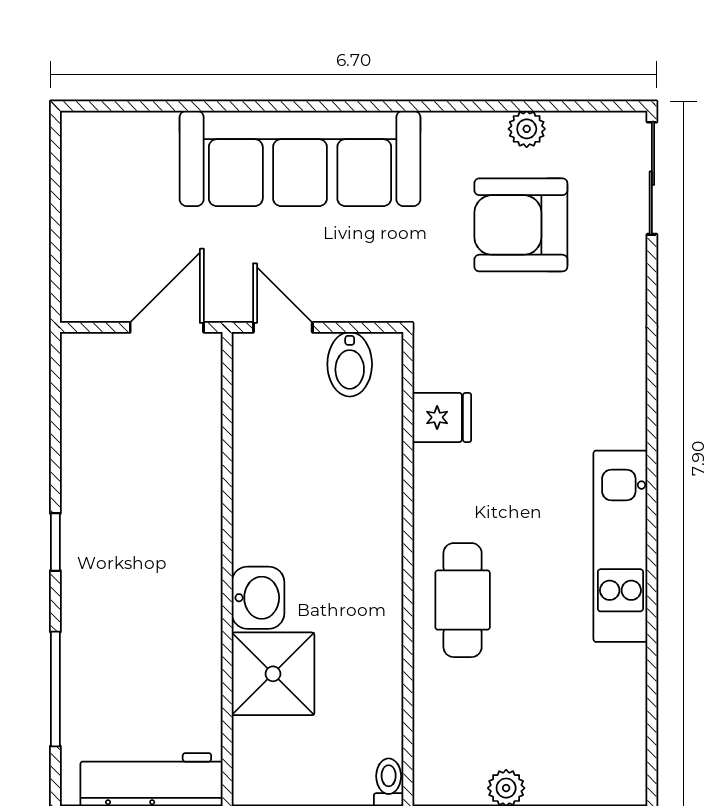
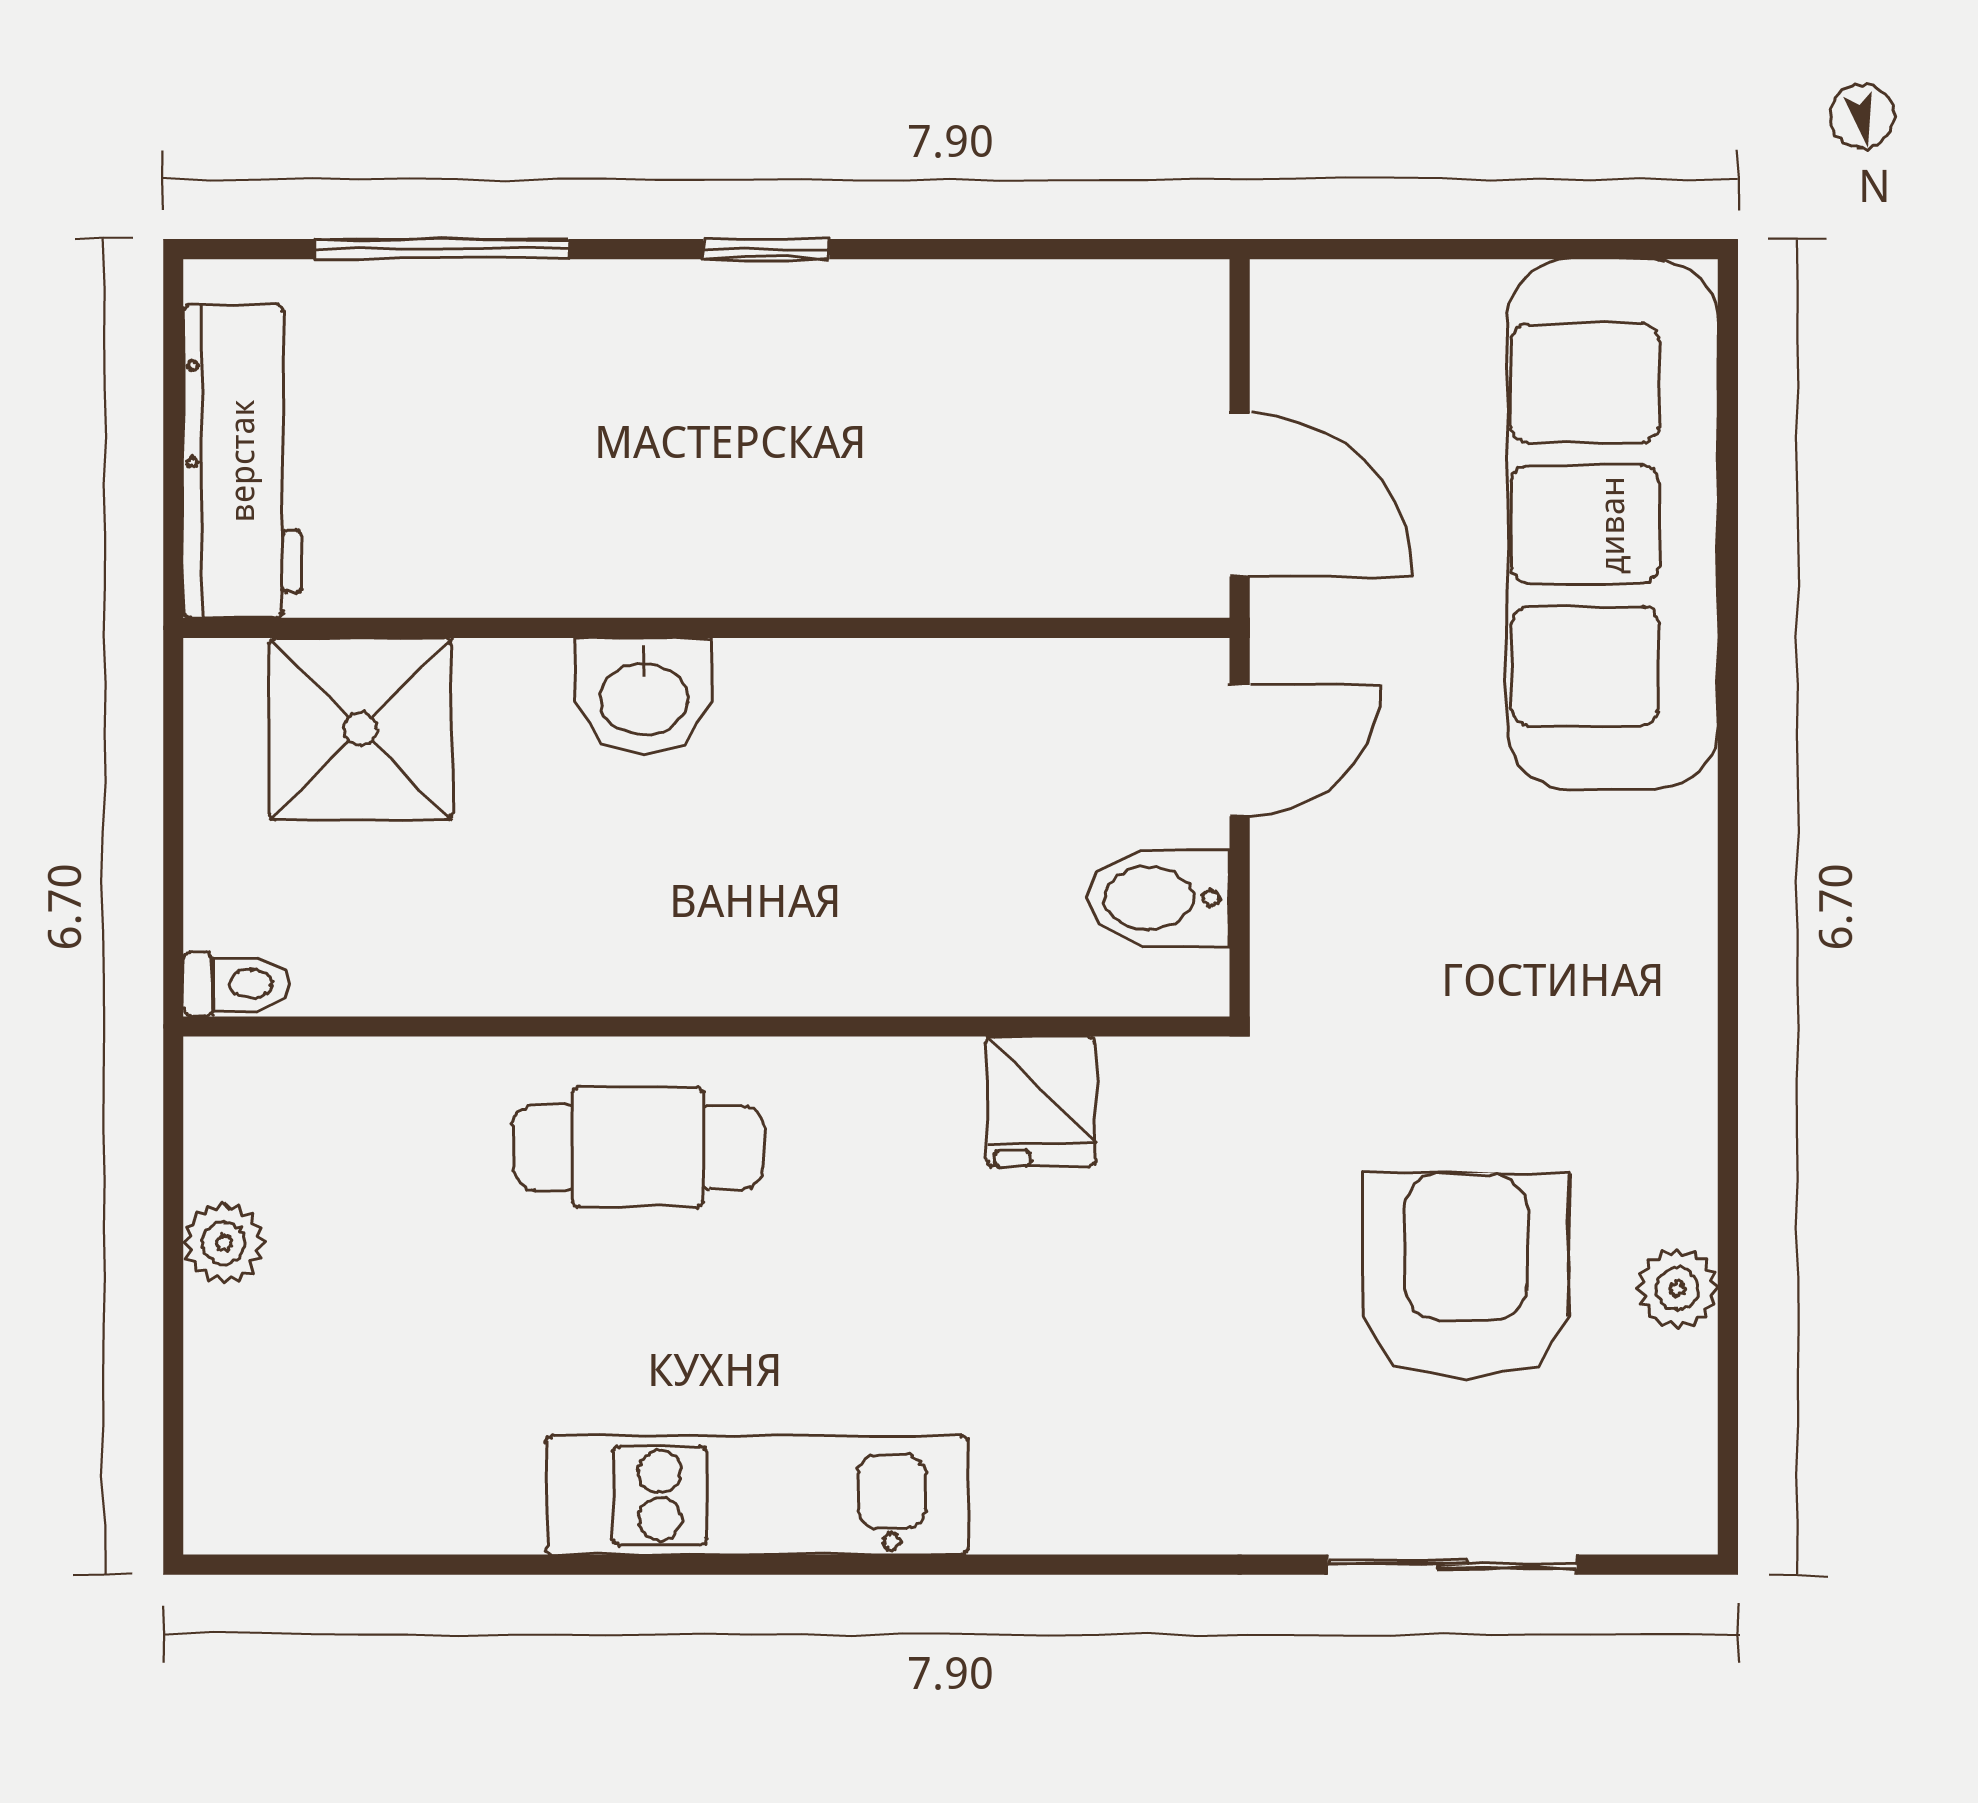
sofa: (300, 158) -> (1612, 525), moved
sliding door: (652, 178) -> (1452, 1565), moved
shower: (273, 674) -> (360, 729), moved

